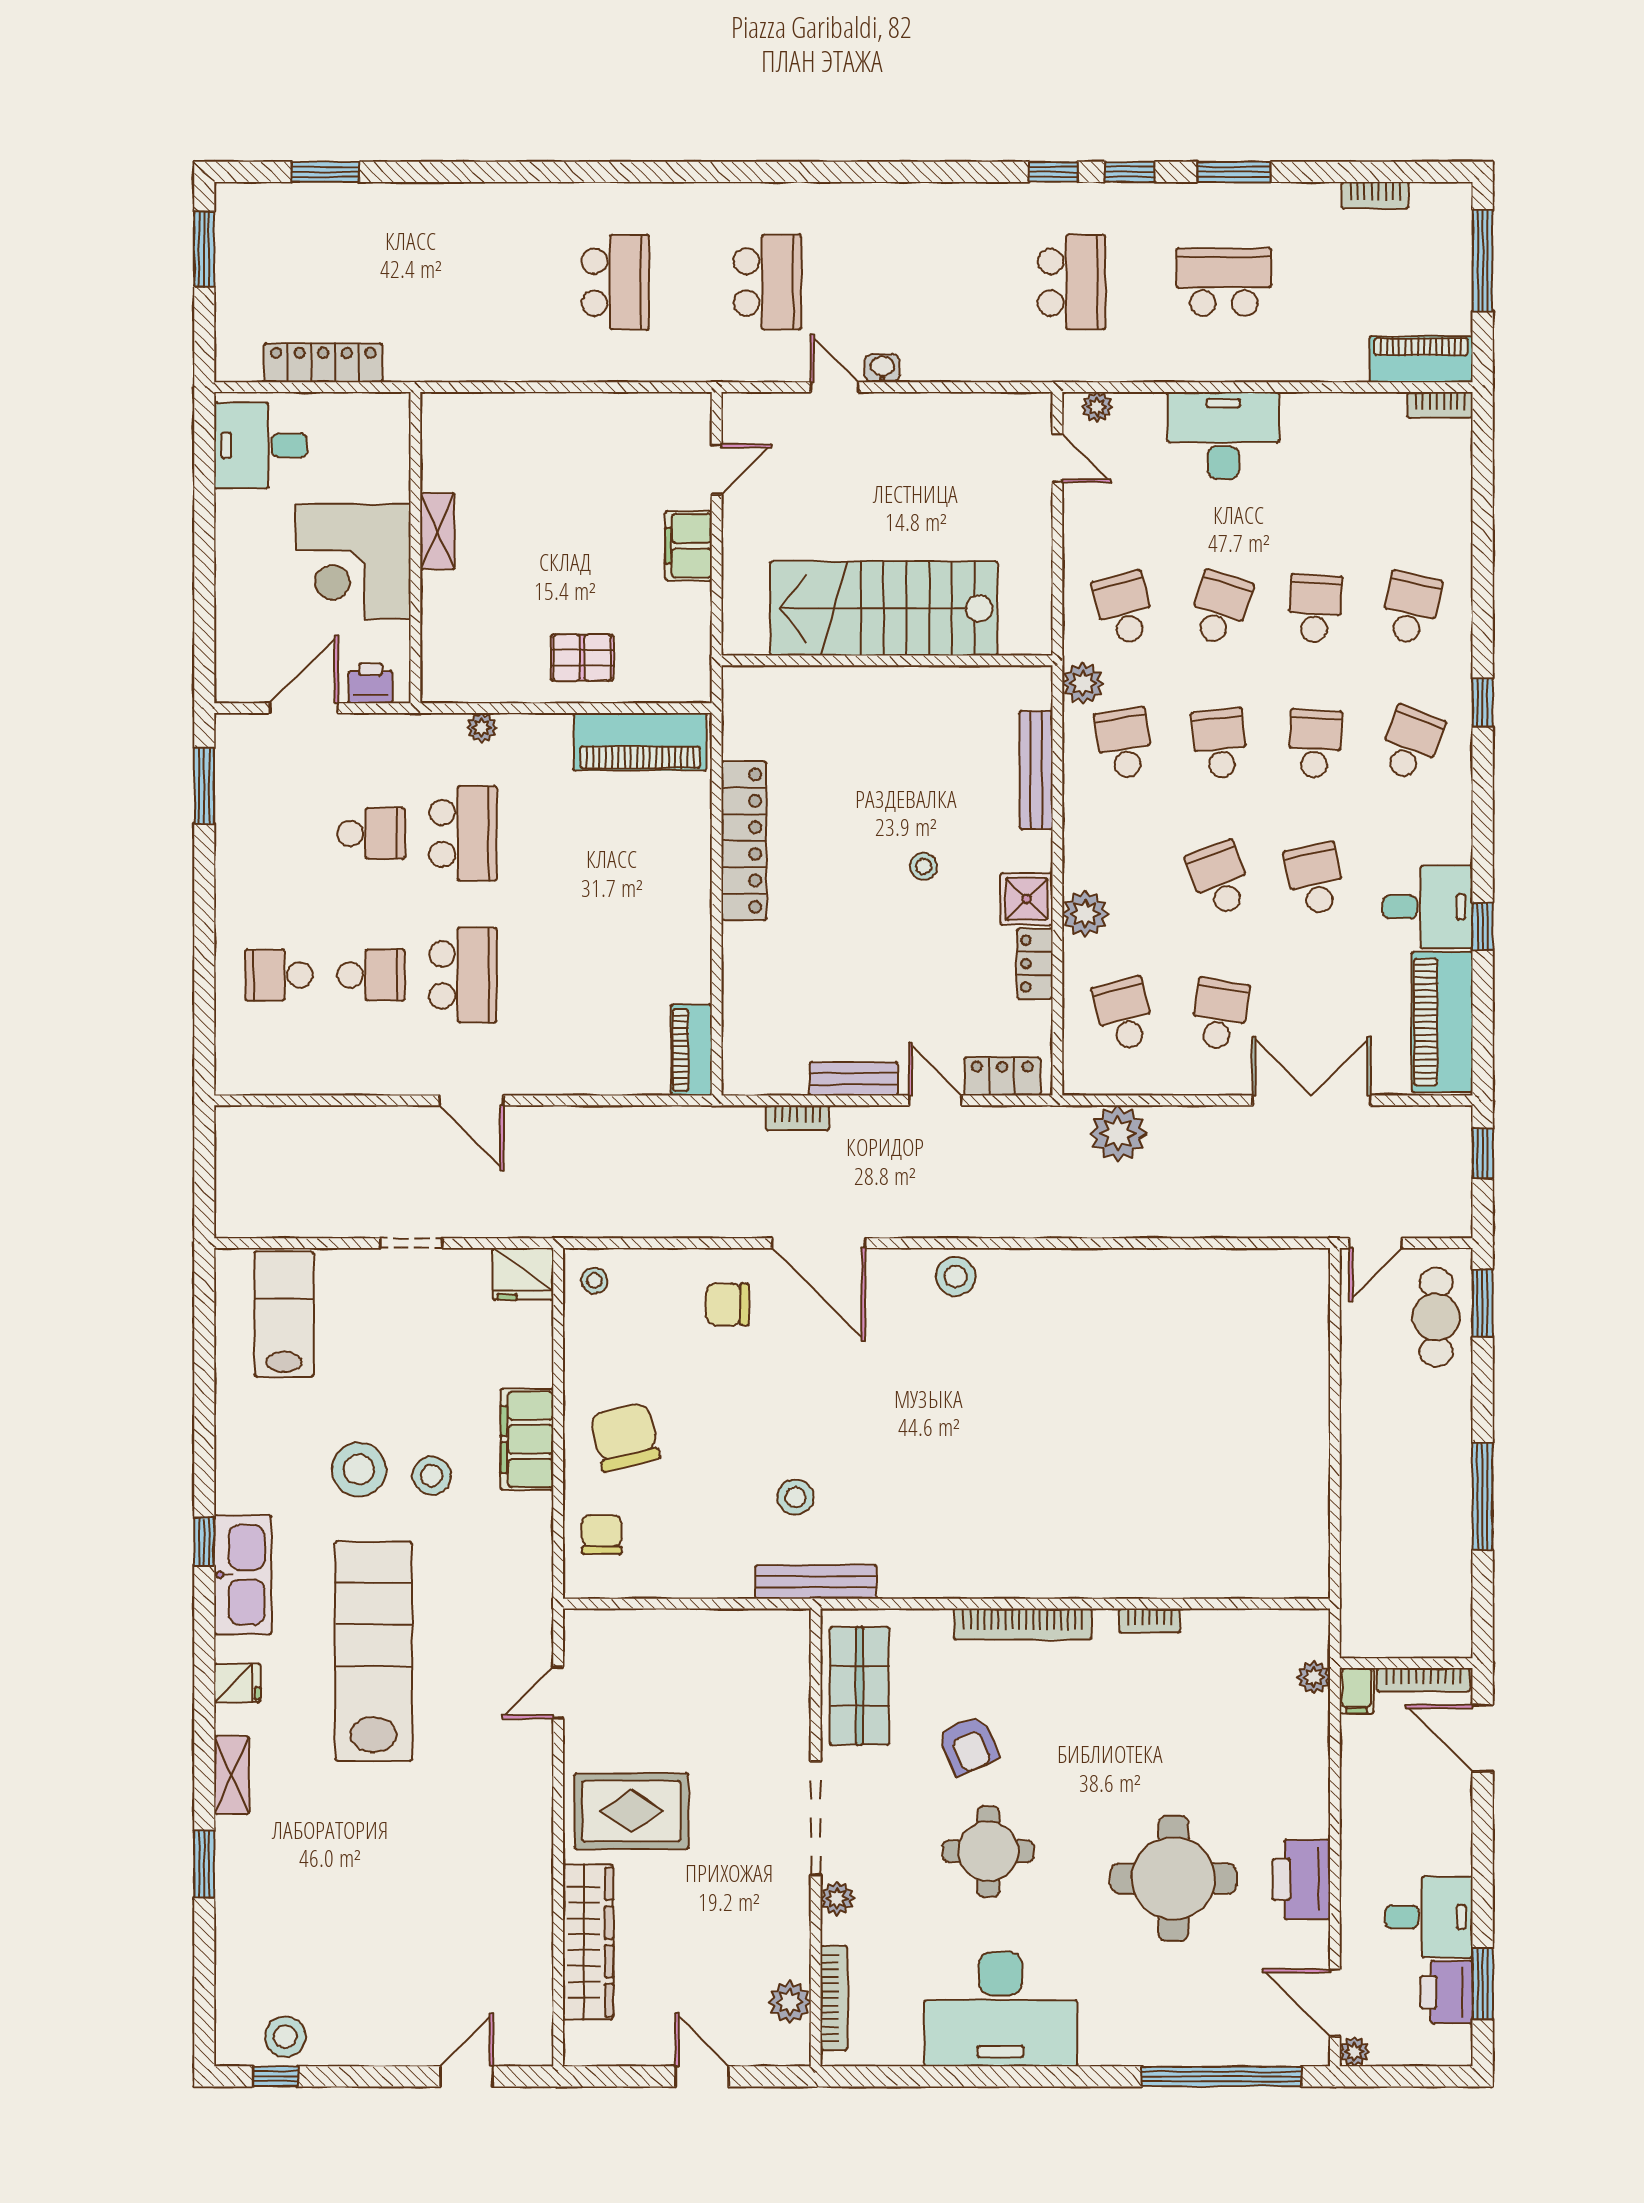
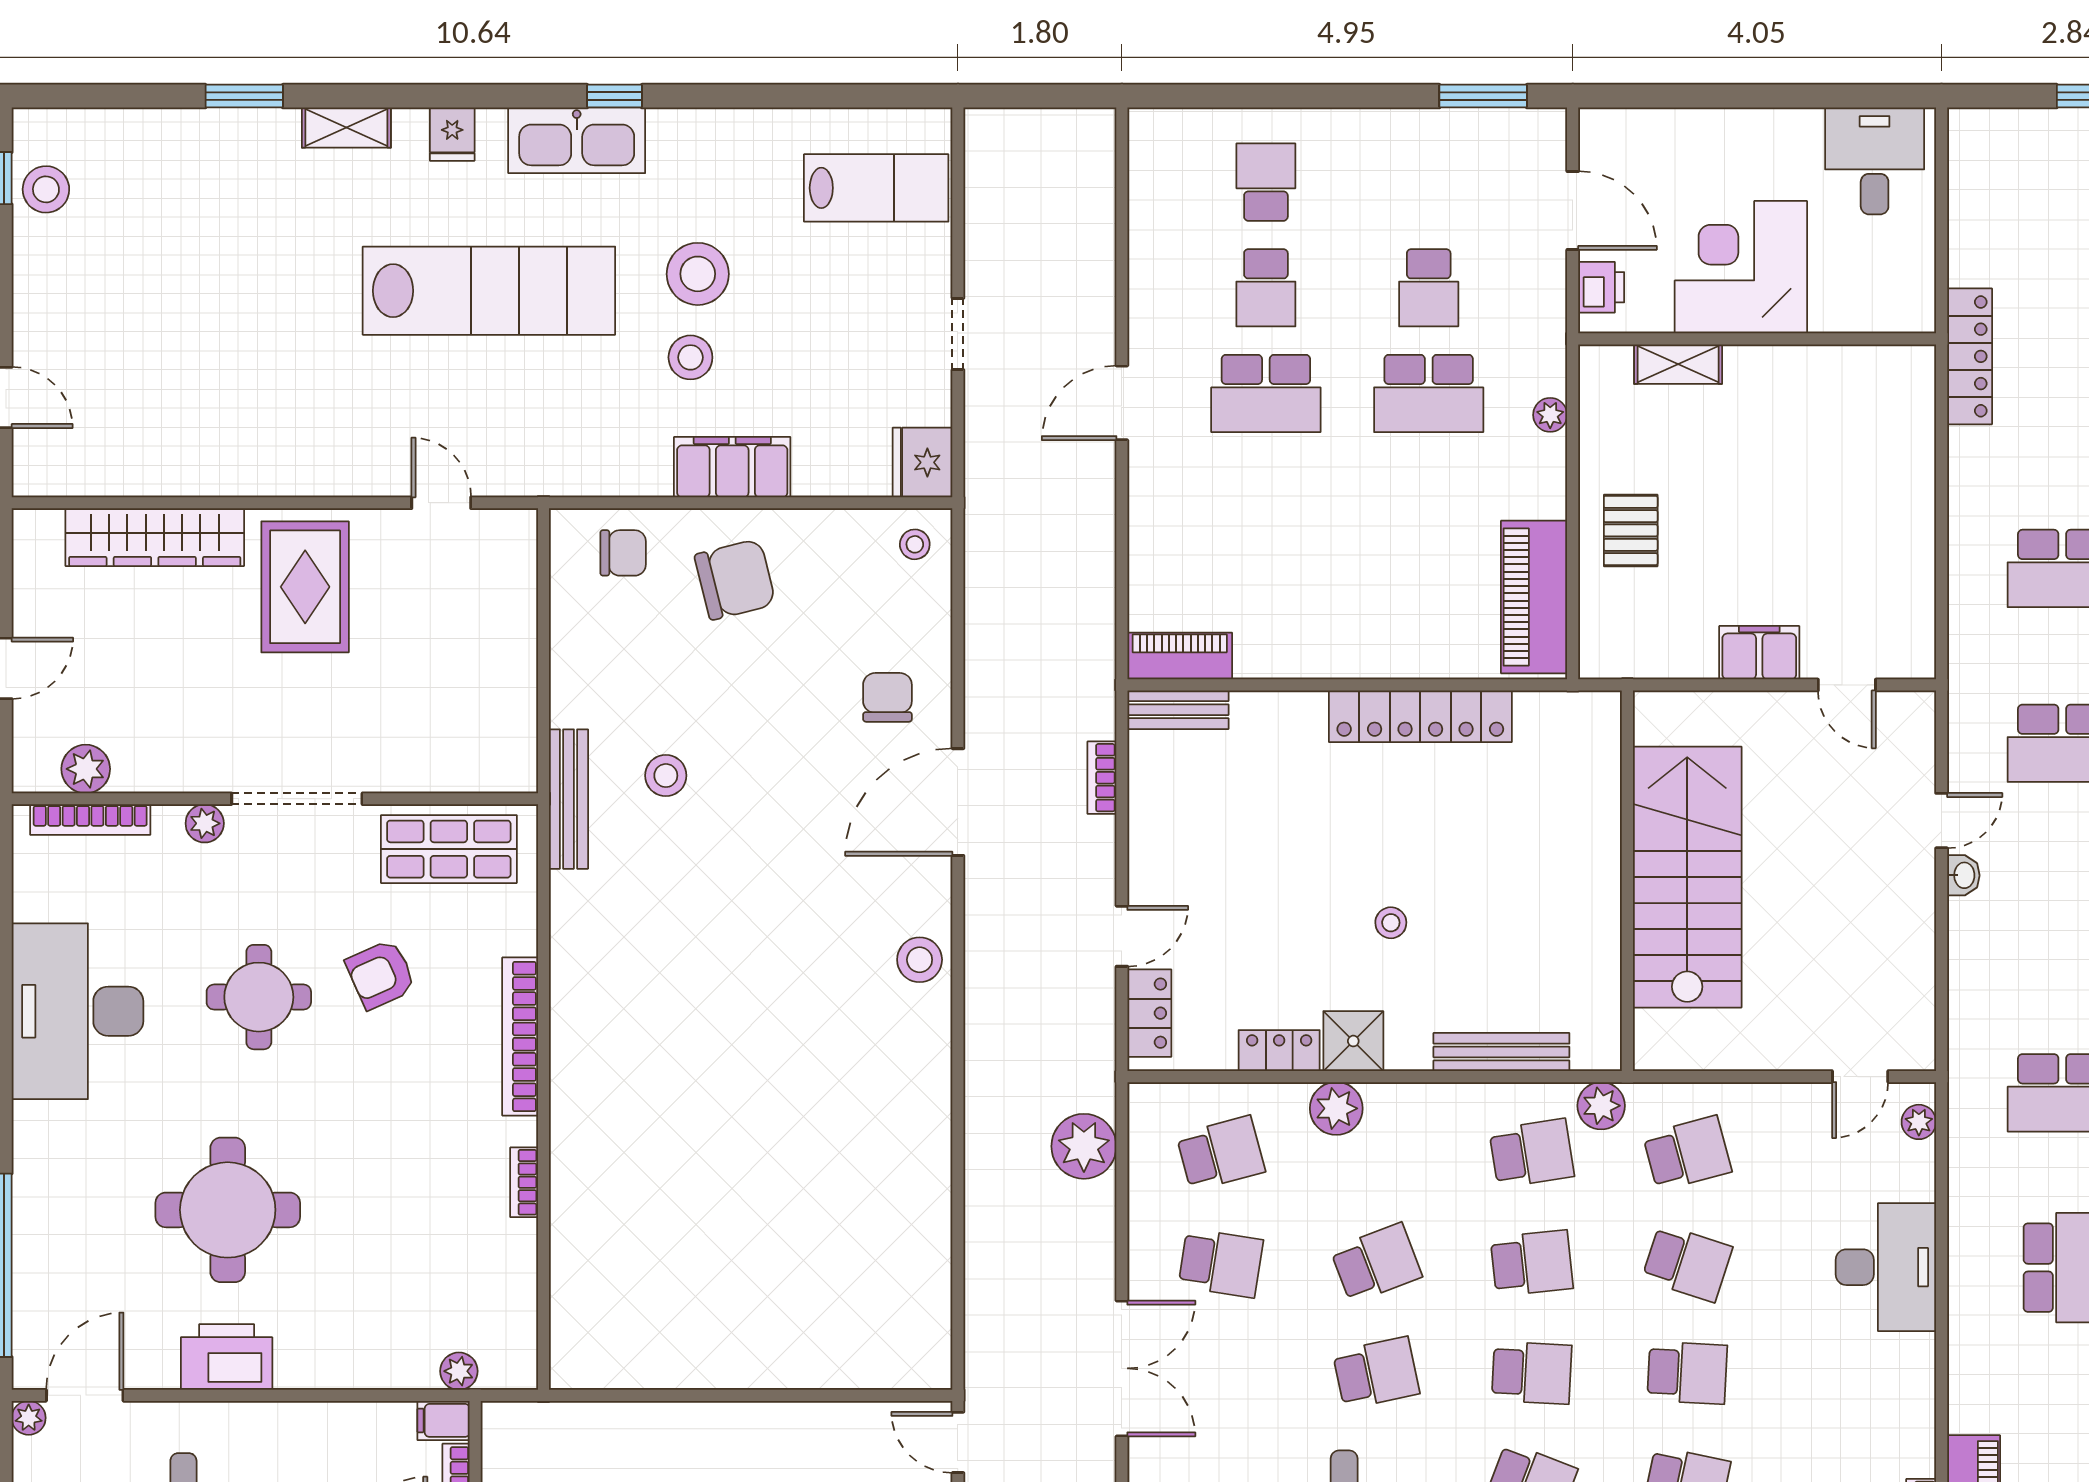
locker: (323, 363) -> (1970, 356), moved
shelving: (437, 531) -> (1678, 364), moved
bench: (854, 1079) -> (1178, 710), moved, turned 90

